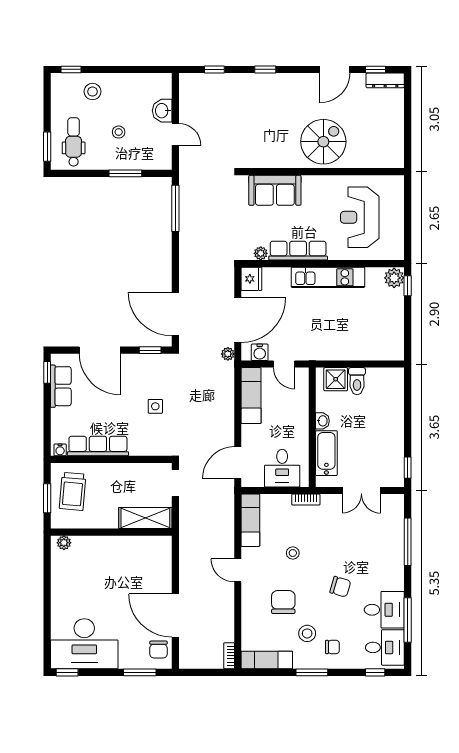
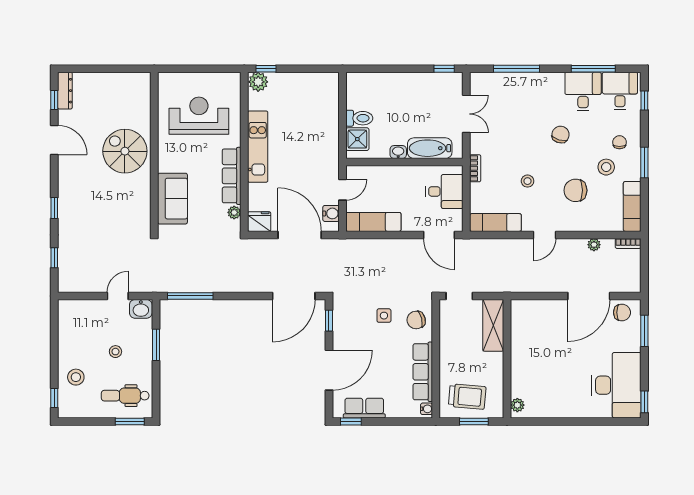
washbasin: (162, 111) -> (141, 309), moved
reception desk: (360, 217) -> (199, 116), turned 180
plant: (228, 354) -> (594, 245), moved
chair: (151, 439) -> (416, 320), added

